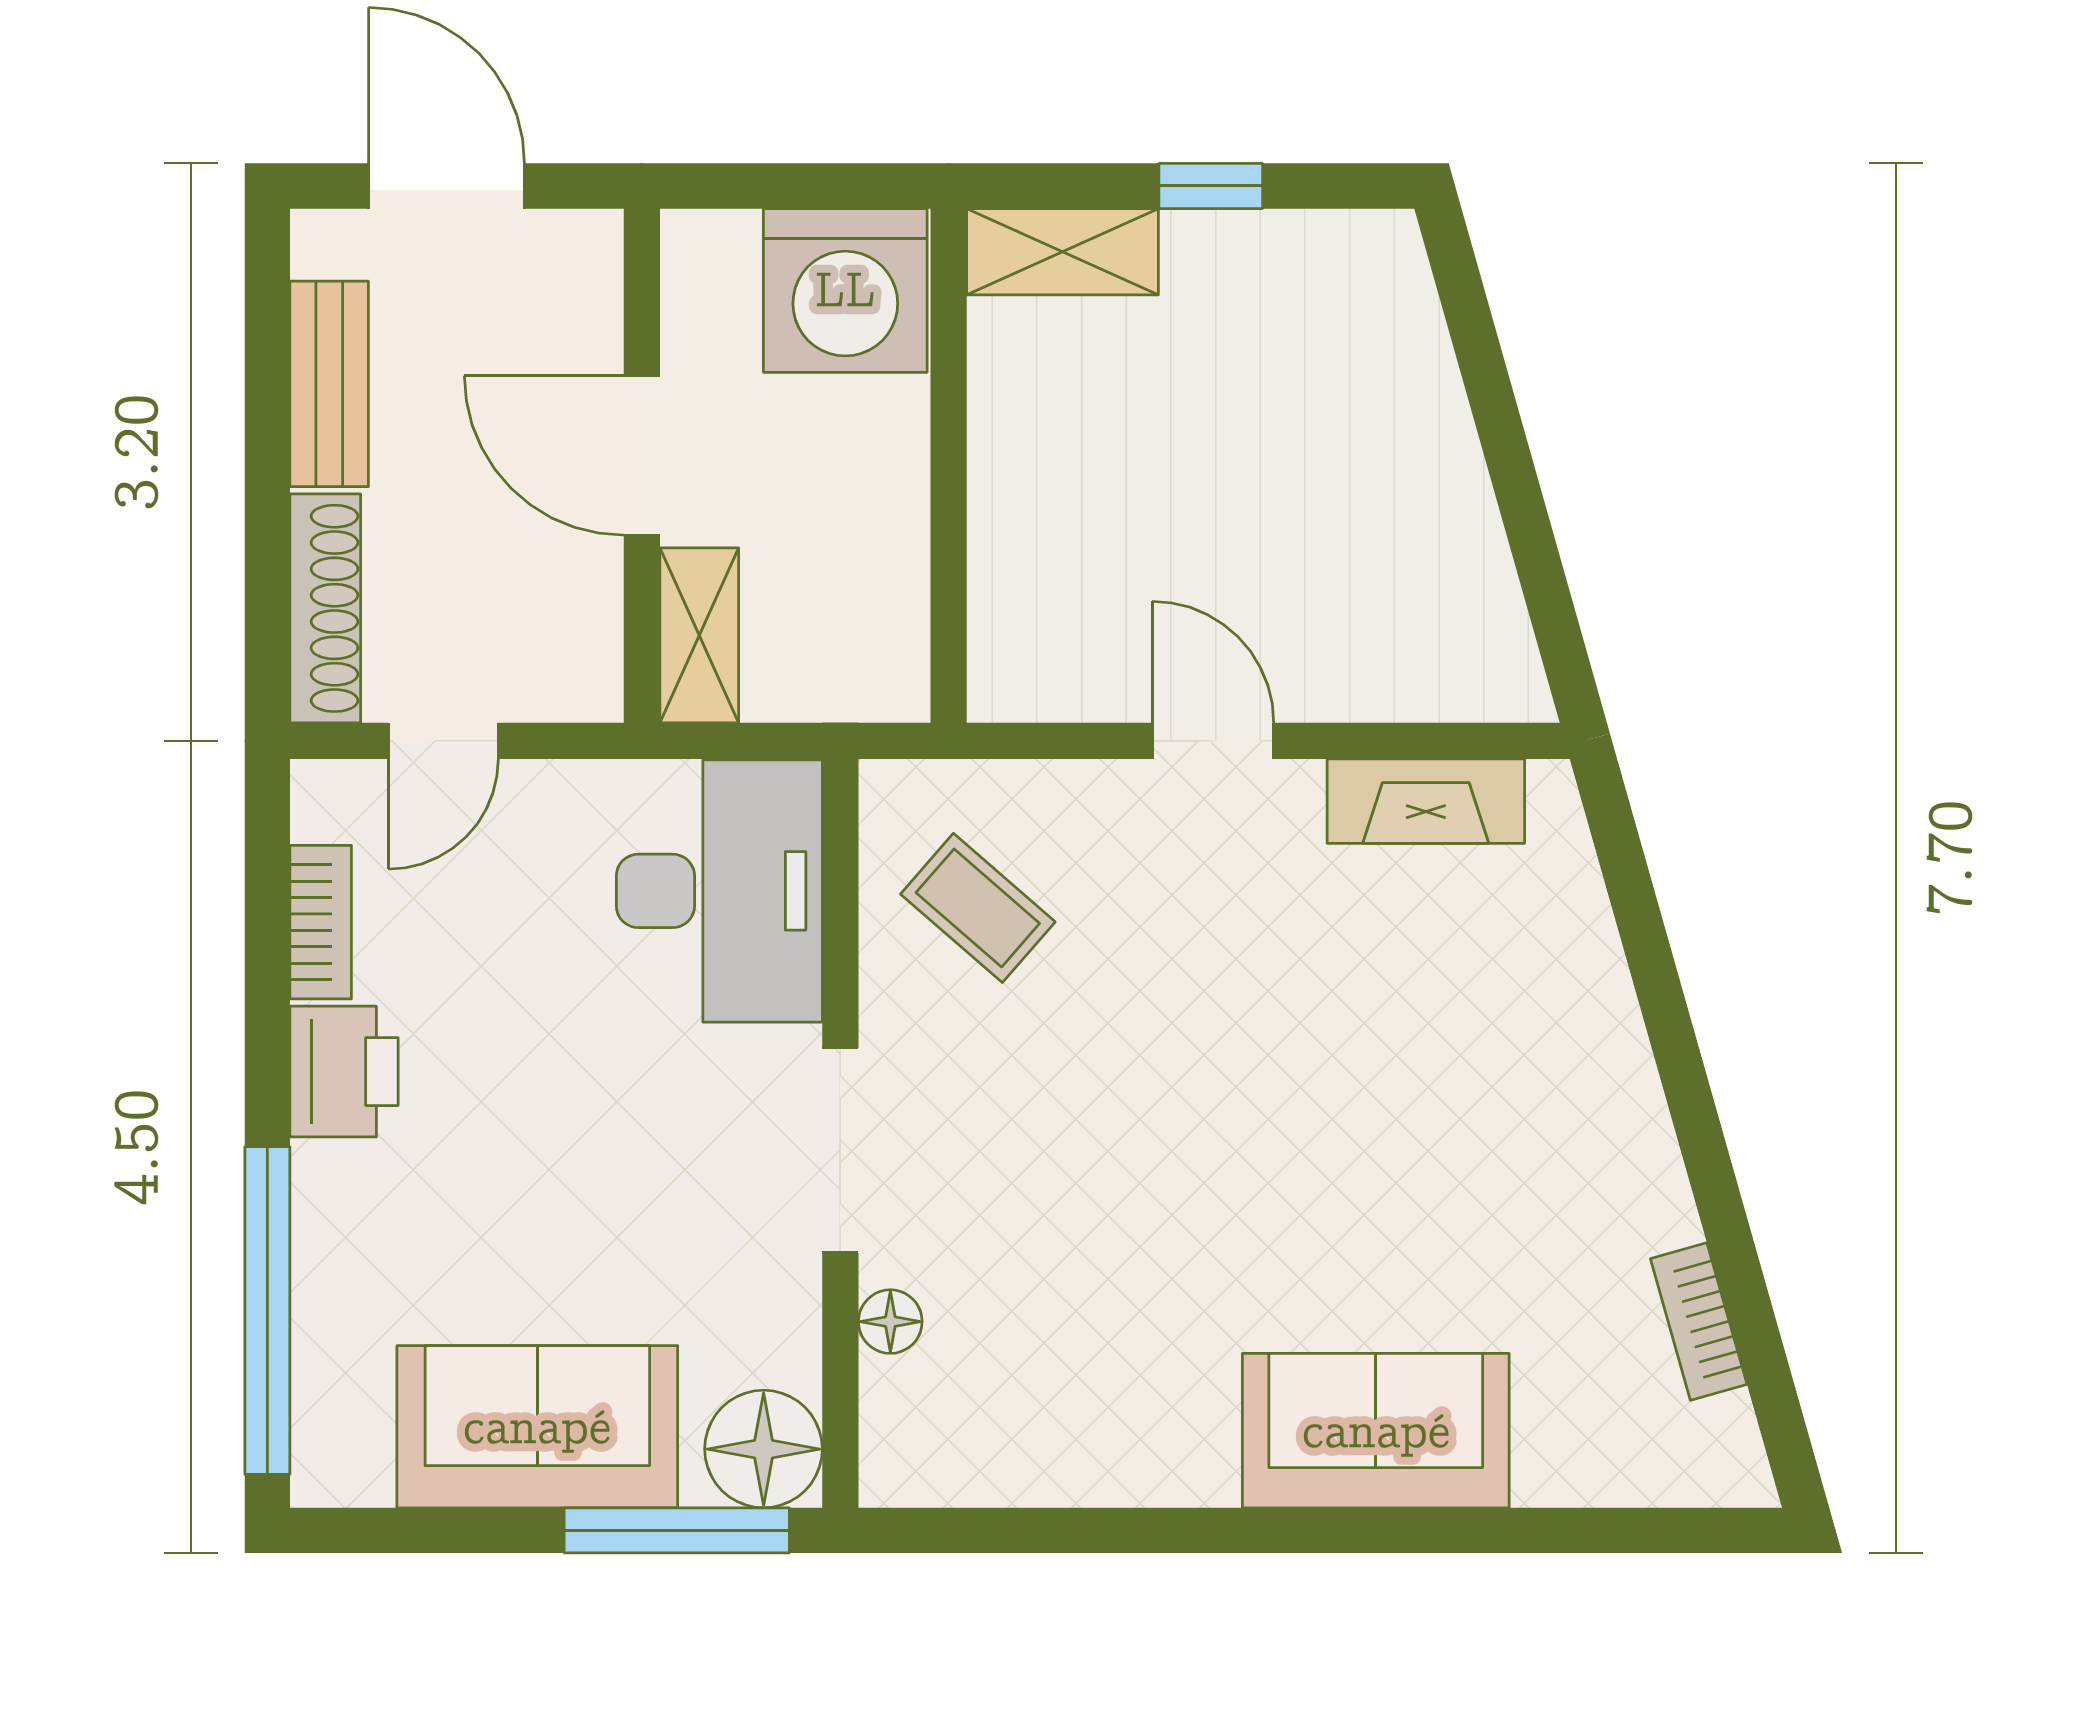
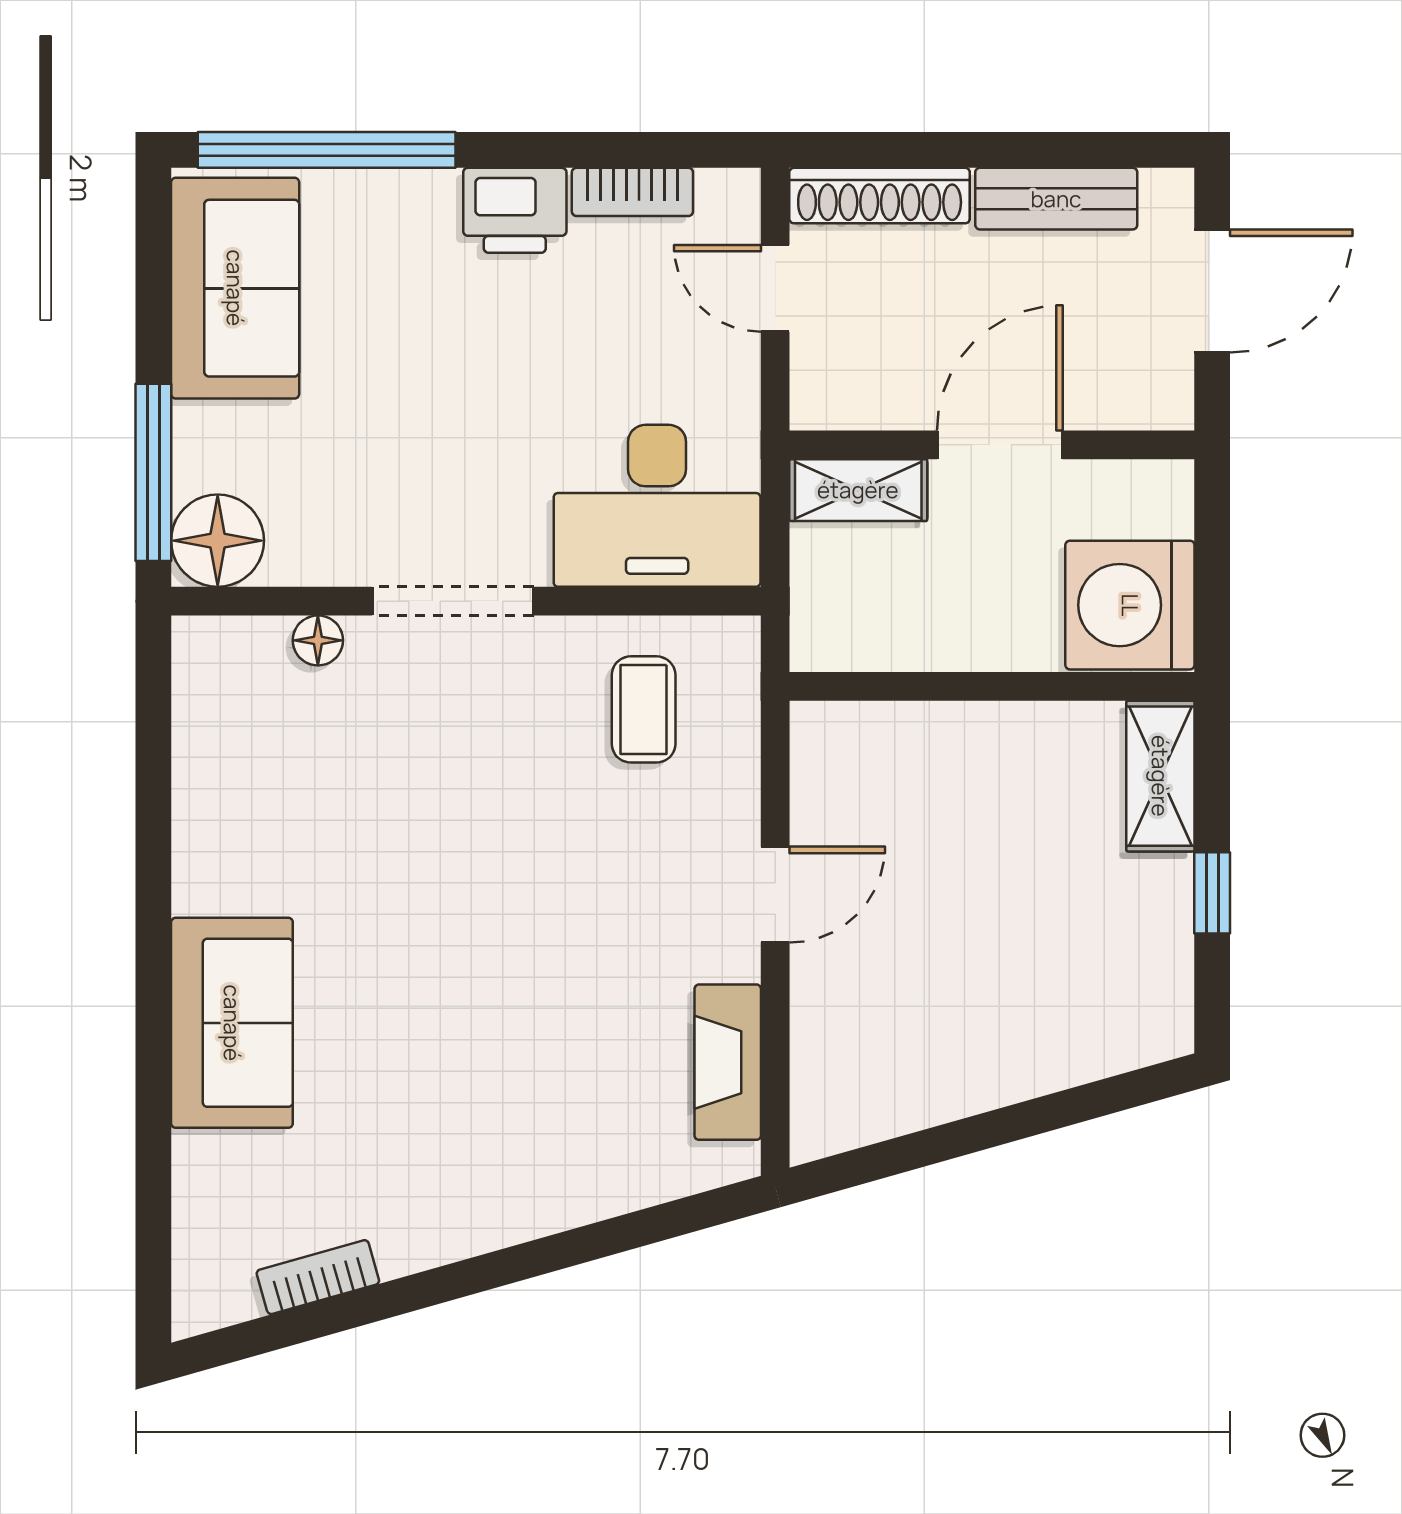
coffee table: (978, 908) -> (644, 709), turned -41
sofa: (537, 1427) -> (235, 288), moved

